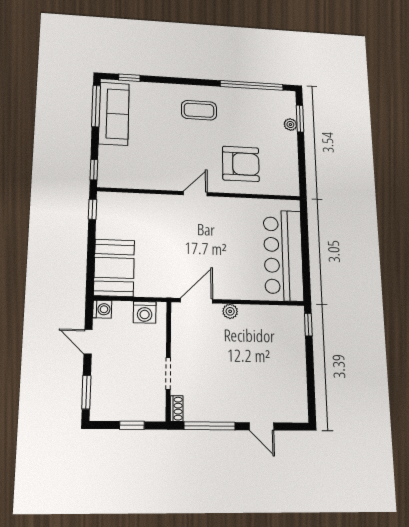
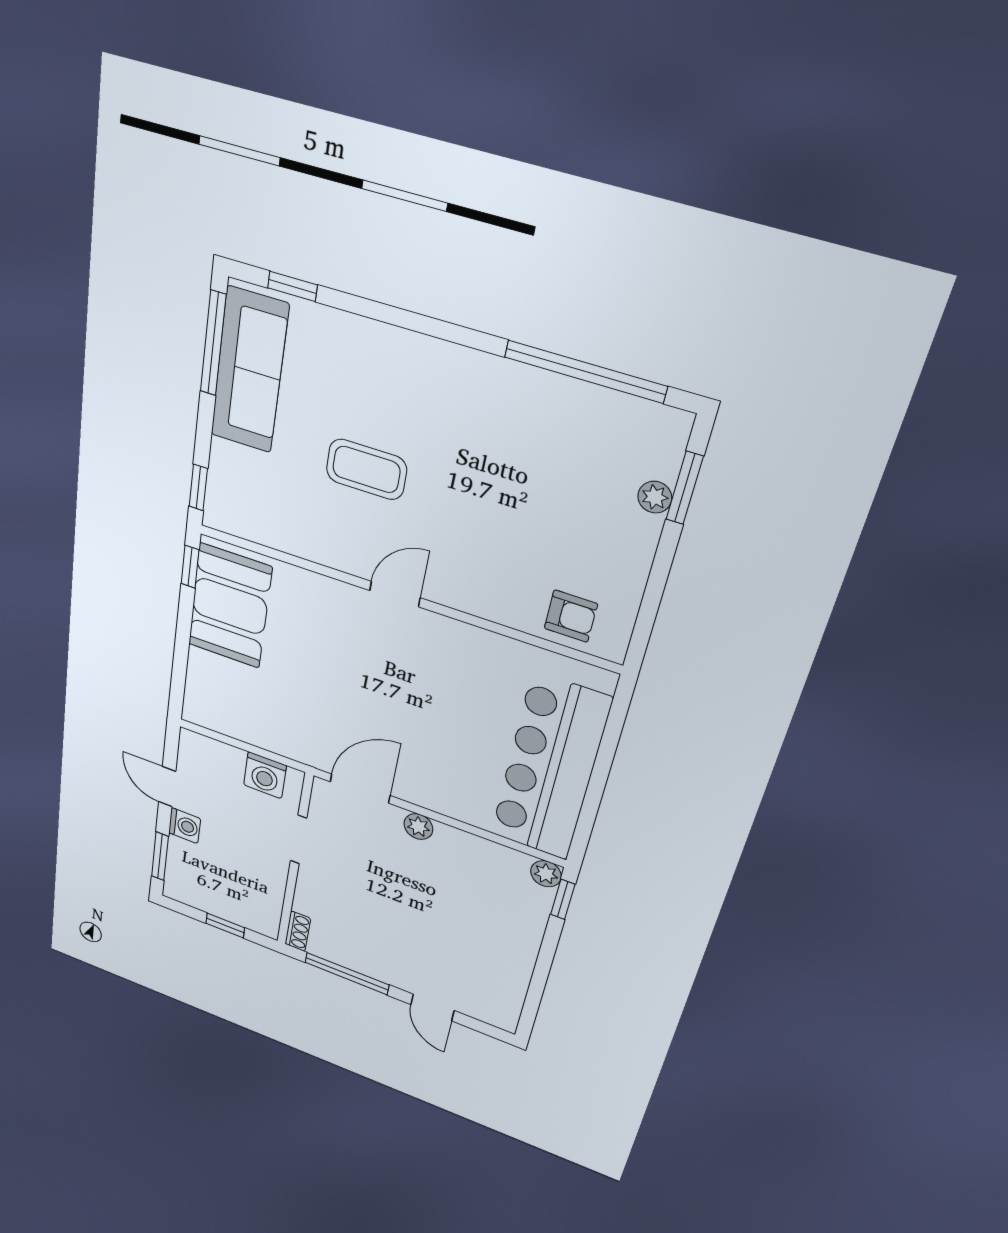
coffee table: (199, 110) -> (366, 469), moved
armchair: (241, 164) -> (571, 616), moved, width x0.53, depth x0.53
booth: (114, 268) -> (230, 606), moved
washing machine: (102, 309) -> (185, 826), moved
plant: (297, 313) -> (546, 874), added
doorway: (168, 373) -> (299, 840), moved

